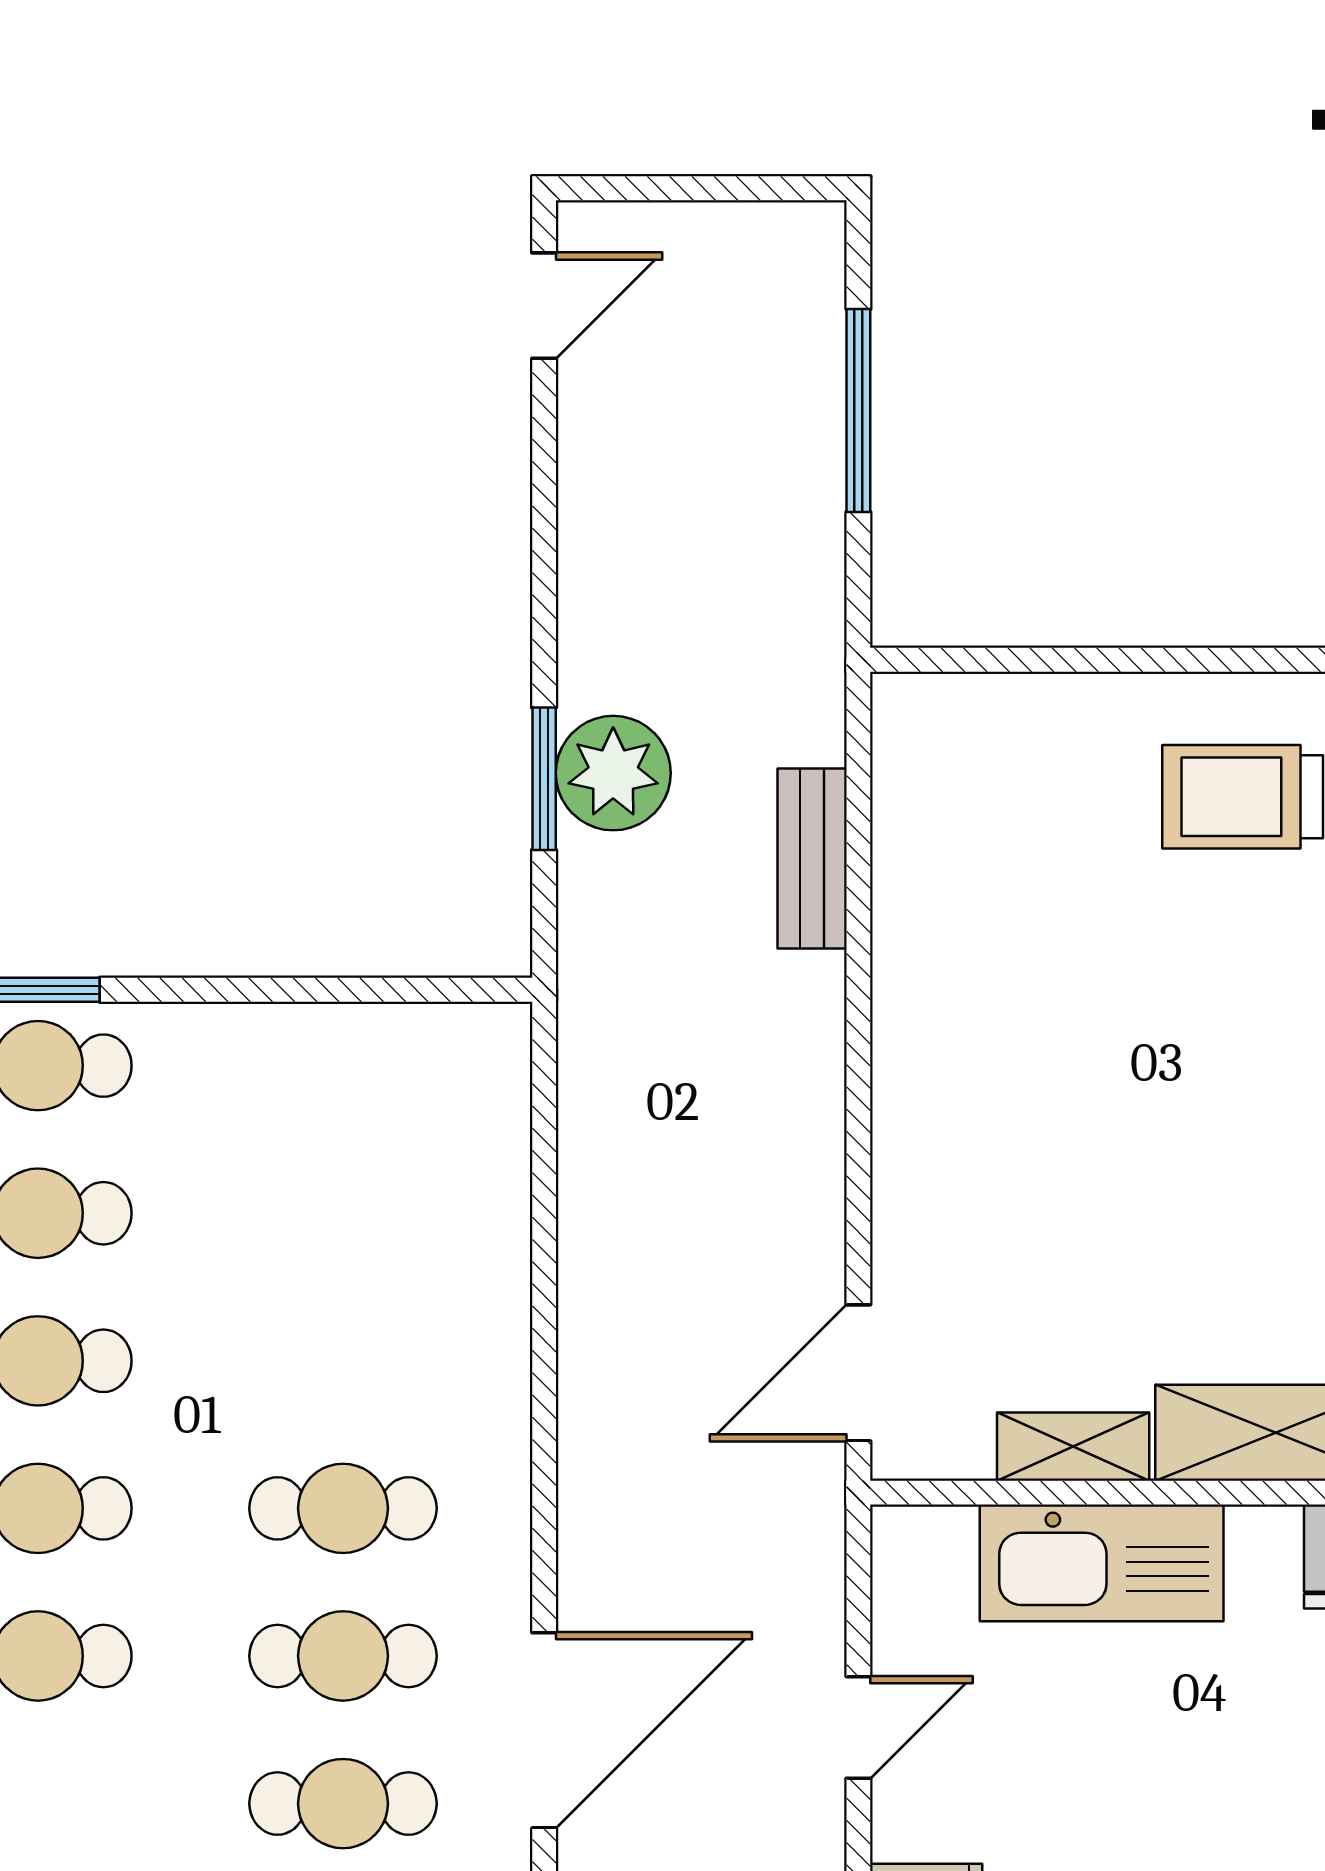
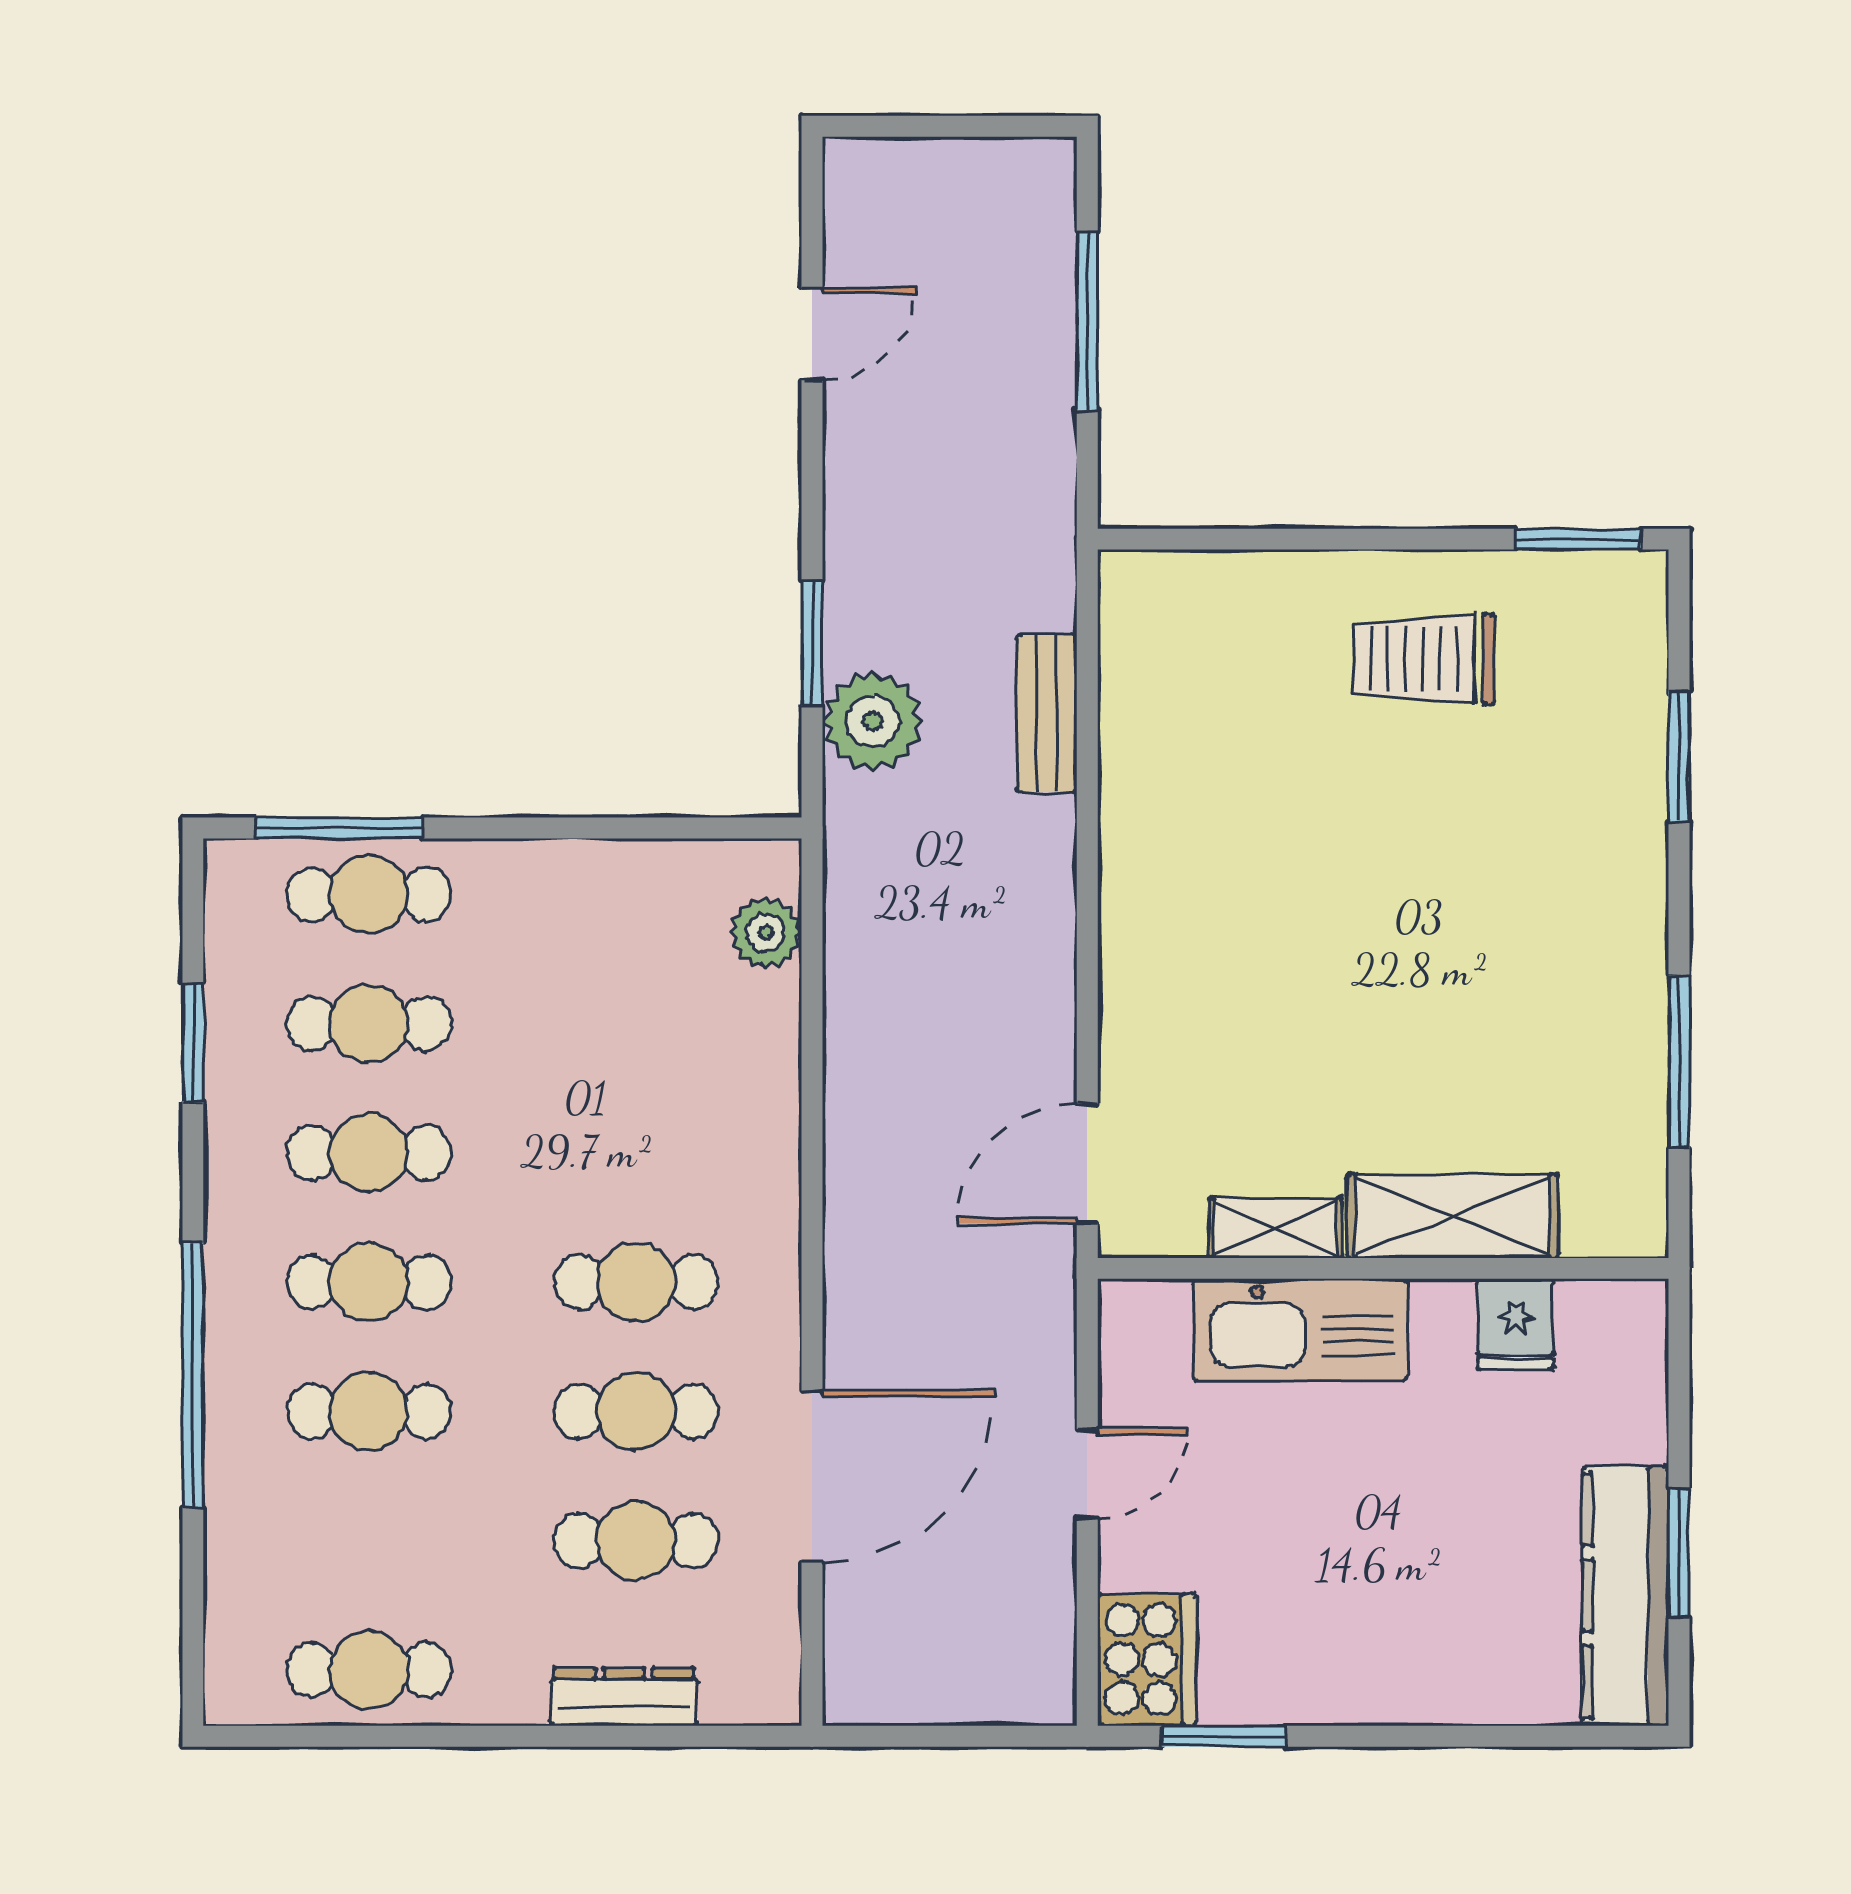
door: (544, 306) -> (812, 334), moved
plant: (613, 773) -> (873, 721), moved
plant: (491, 1109) -> (766, 933), added

